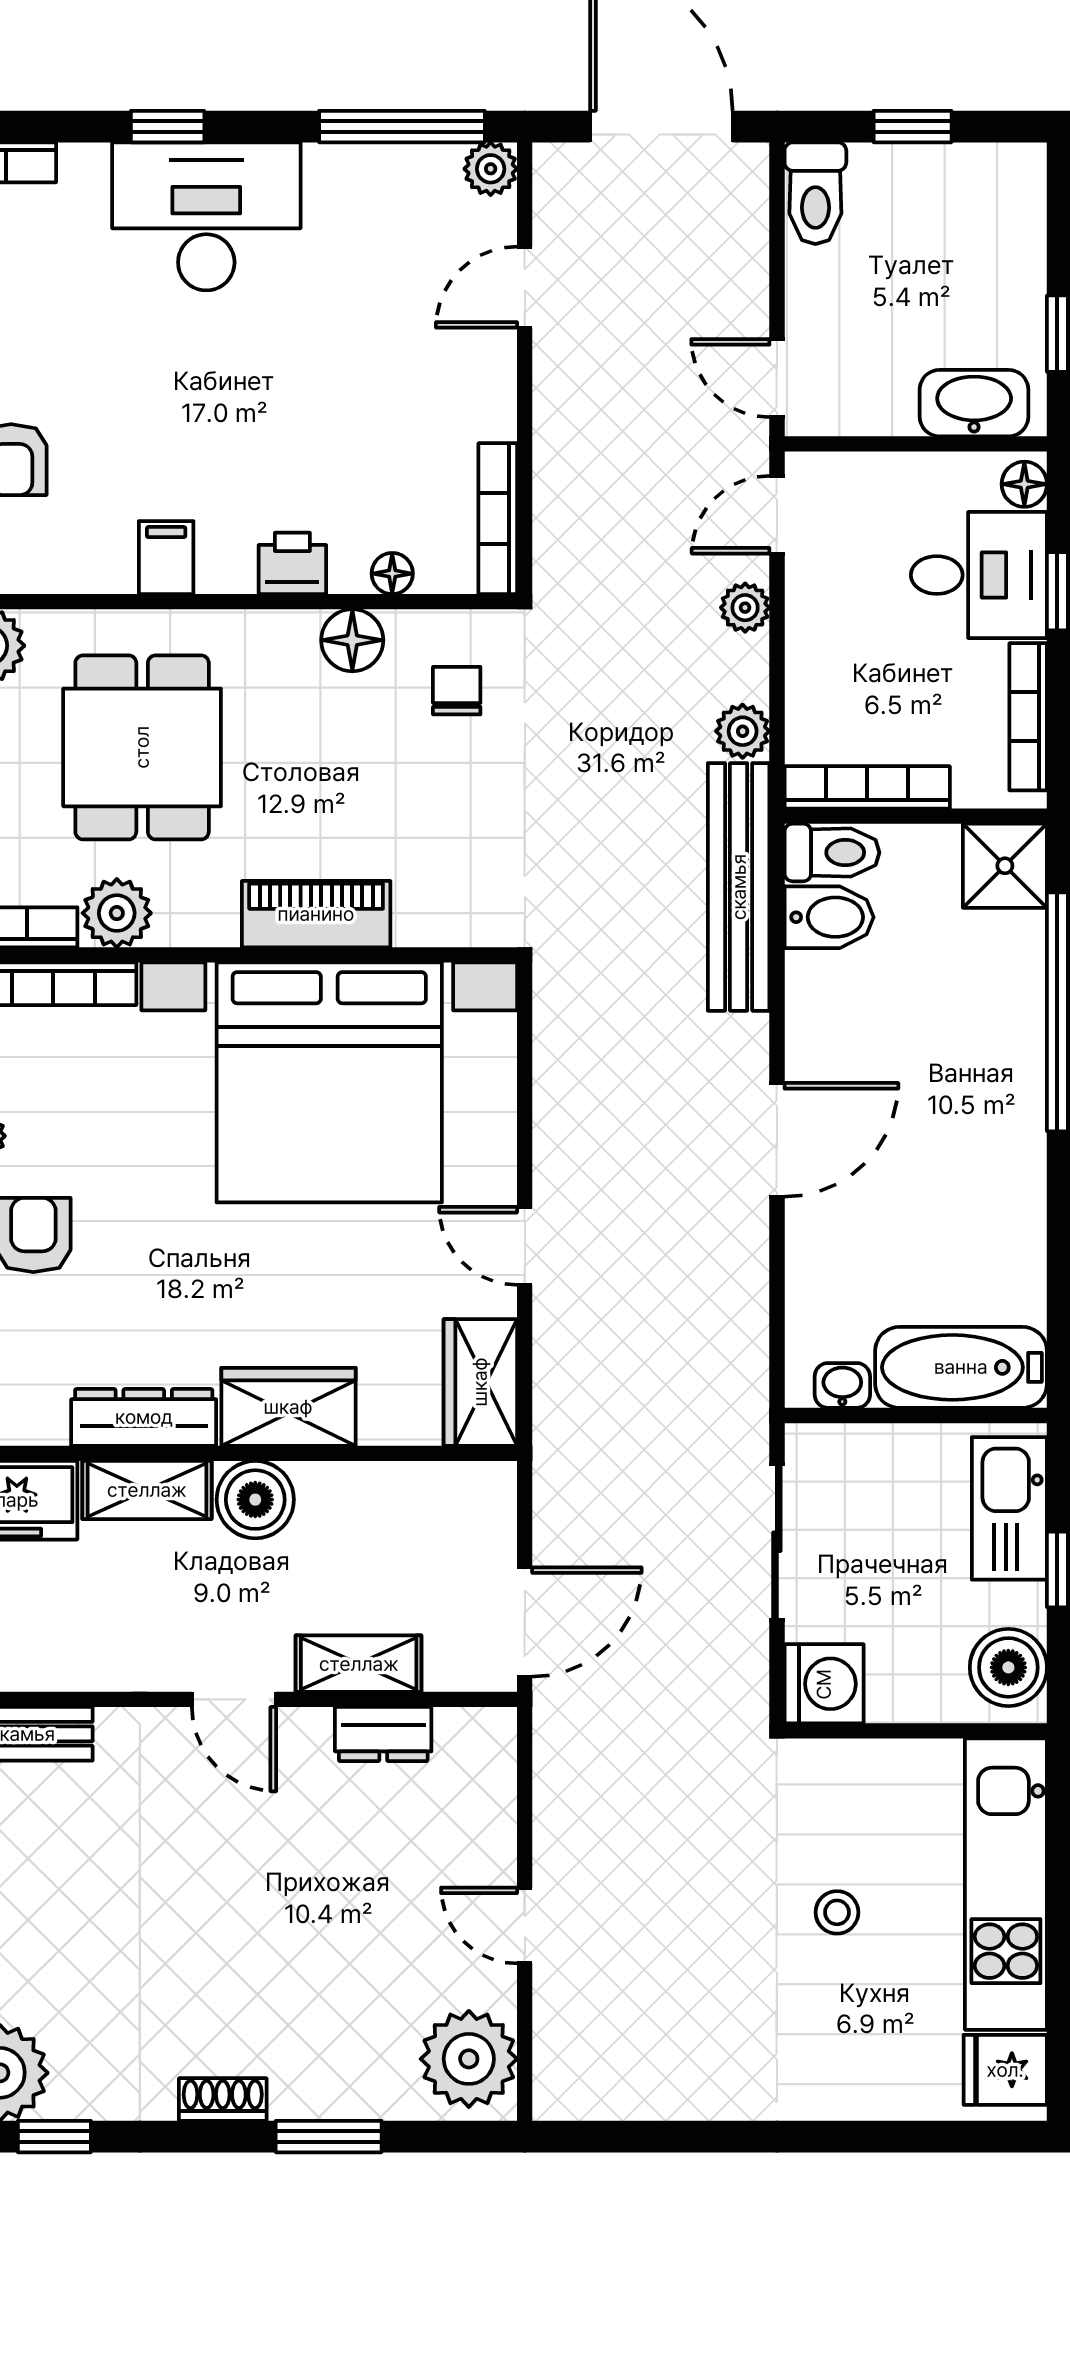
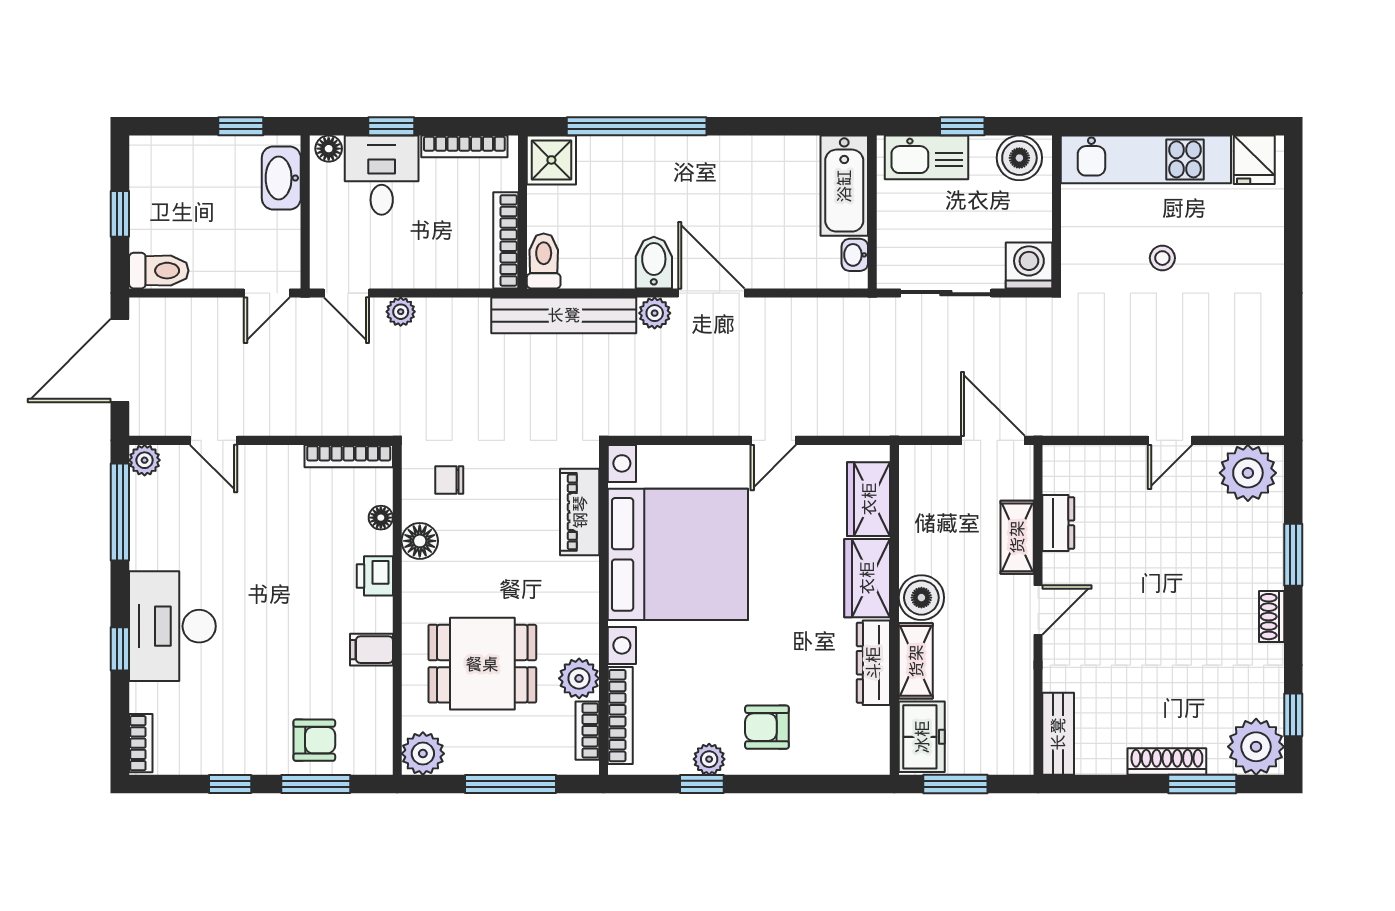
plant: (743, 731) -> (655, 313), moved
piano: (316, 914) -> (580, 512), moved
bidet: (829, 917) -> (654, 263), moved
wardrobe: (480, 1382) -> (869, 499), moved, turned 90

